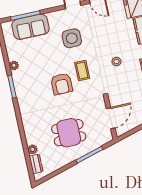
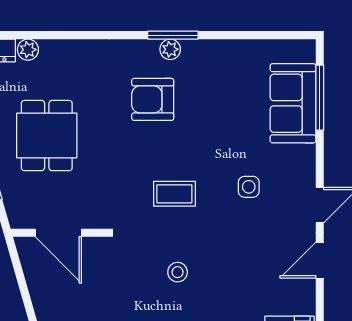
side table: (72, 38) -> (249, 187), width x0.54, depth x0.54
plant: (14, 65) -> (170, 49), moved
armchair: (62, 84) -> (153, 99), moved

